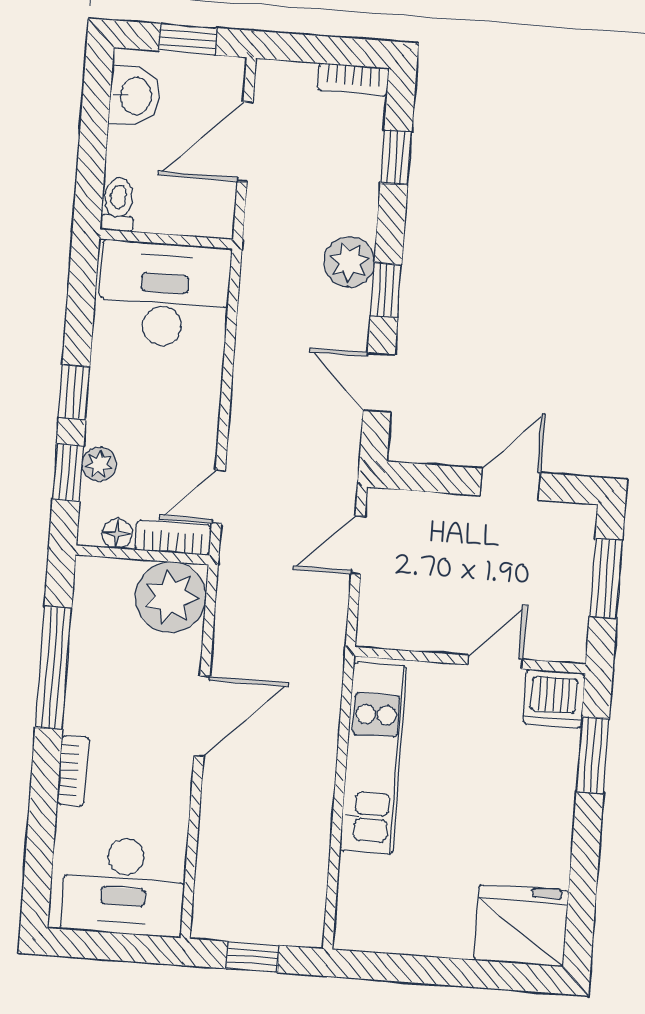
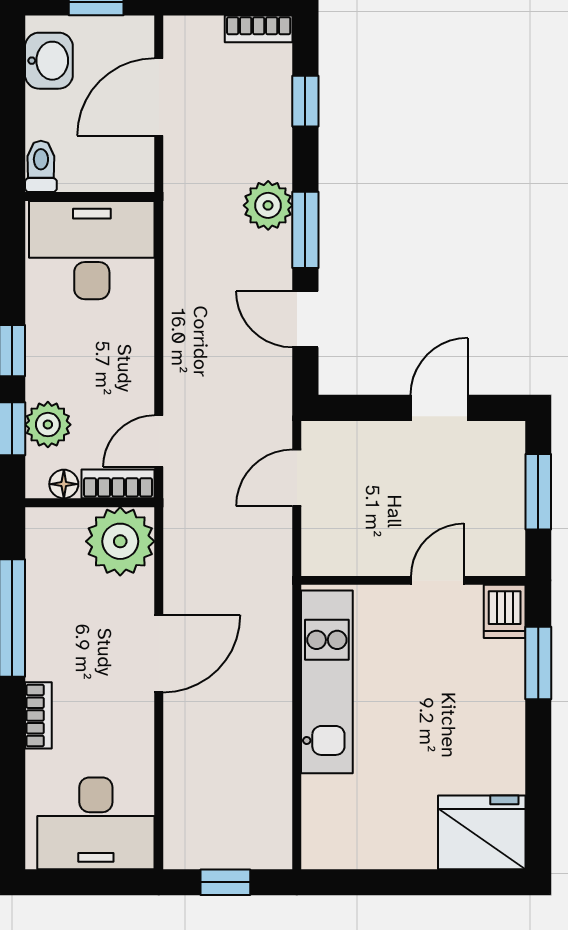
window: (386, 290) -> (305, 230), width x1.50
plant: (99, 464) -> (48, 425), width x1.38, depth x1.38
dishwasher: (554, 699) -> (505, 611), width x0.73

